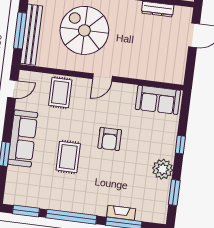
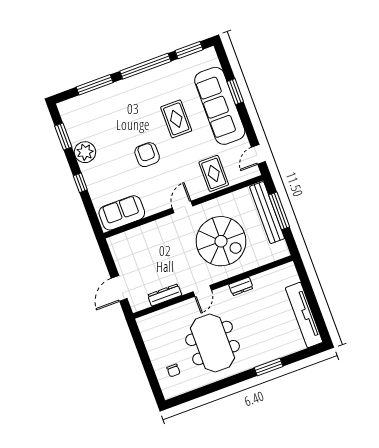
sofa: (23, 138) -> (220, 106), width x1.36, depth x1.27
fireplace: (121, 213) -> (102, 93), removed

